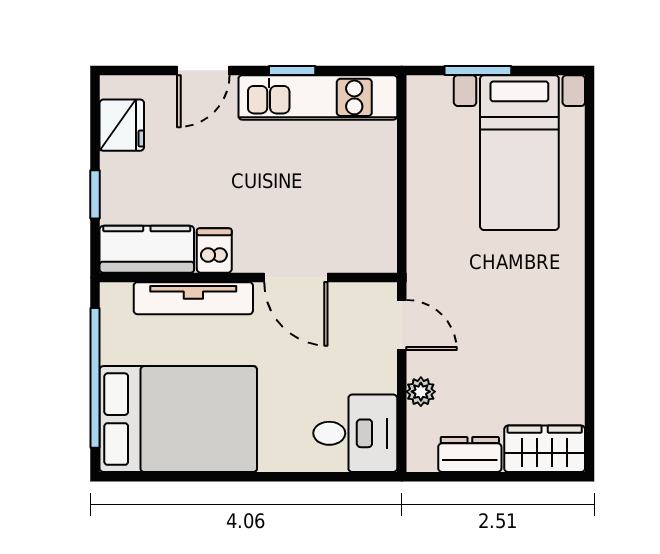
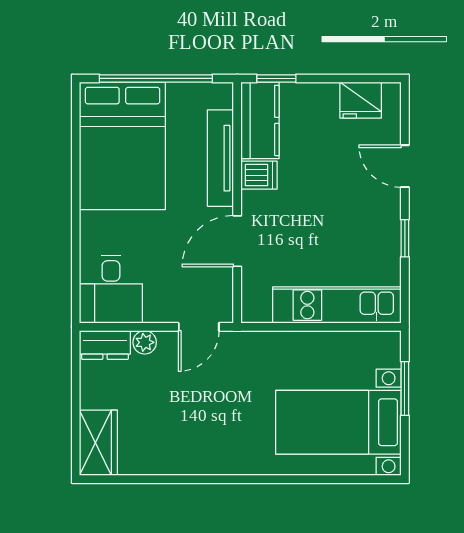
kitchen unit: (318, 97) -> (337, 305), moved, turned 90
window: (95, 194) -> (276, 78), moved
dresser: (470, 454) -> (105, 345), moved, turned 90

